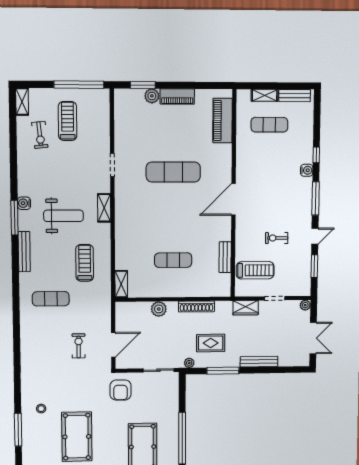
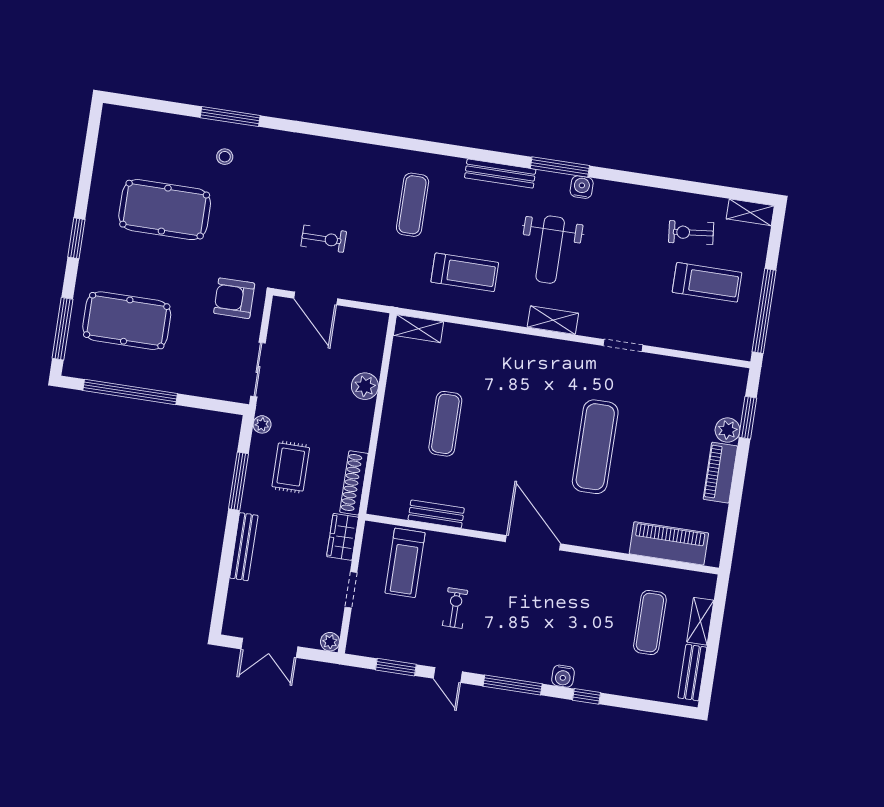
shoe rack: (196, 306) -> (354, 483), moved
window: (18, 430) -> (230, 117), moved

